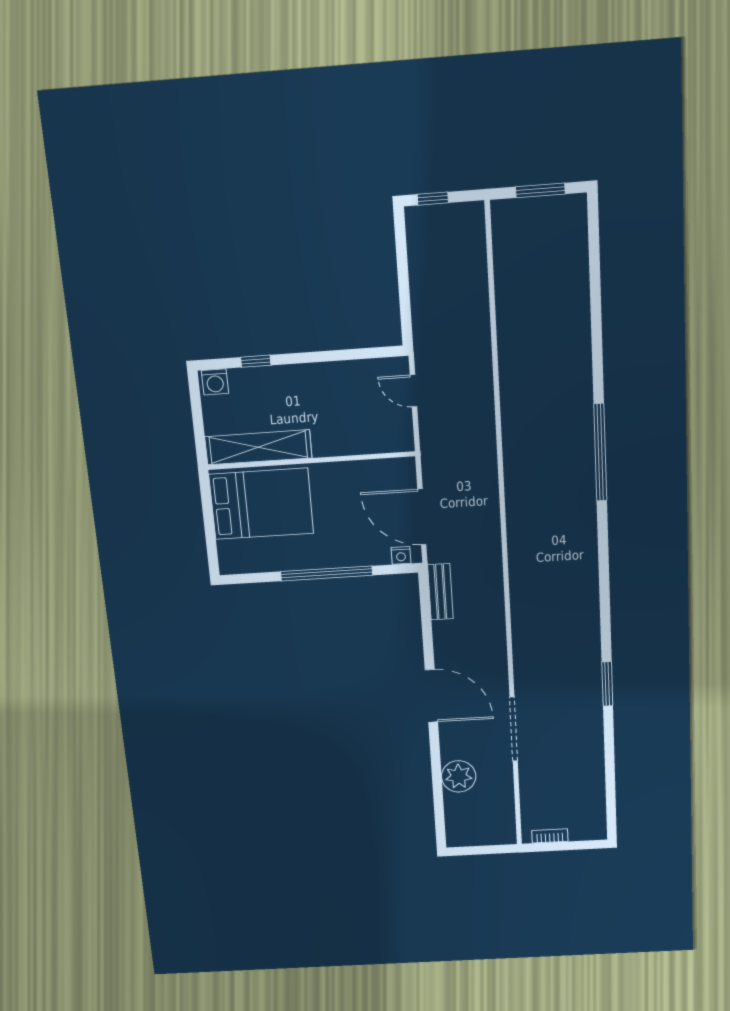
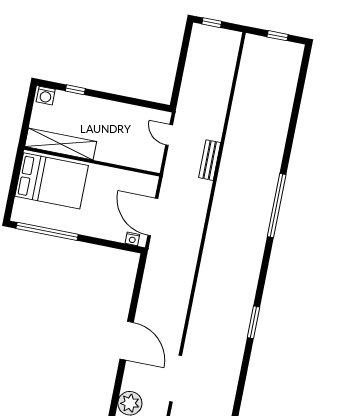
window: (540, 190) -> (278, 36), width x0.67
window: (327, 573) -> (47, 231), moved
bench: (440, 592) -> (210, 160), moved
window: (607, 684) -> (254, 322), moved

